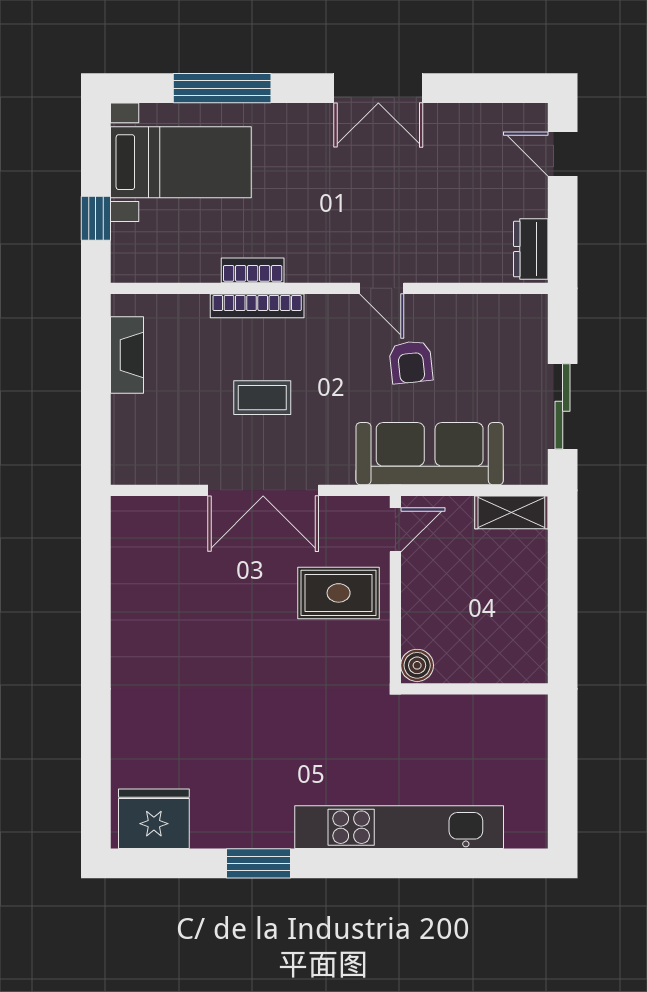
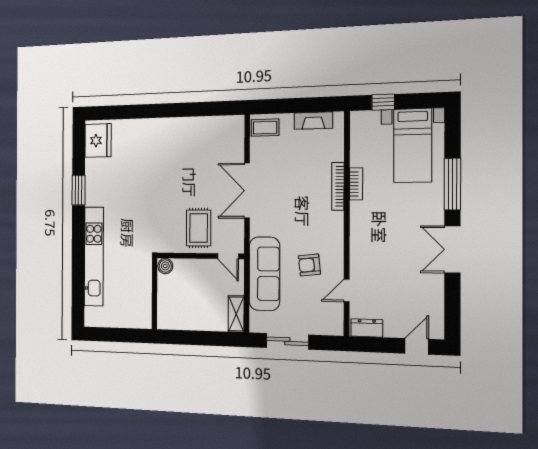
window: (222, 88) -> (452, 184), moved
door: (382, 288) -> (347, 290), moved
coffee table: (262, 398) -> (265, 128), moved, turned 90

